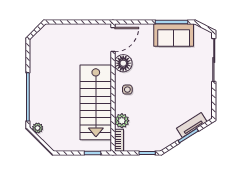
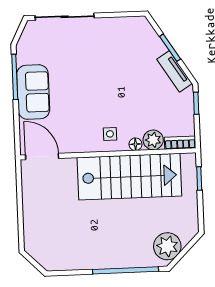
sofa: (174, 35) -> (33, 92), moved
floor lamp: (123, 63) -> (135, 144), moved, width x0.53, depth x0.53
tv unit: (192, 125) -> (174, 71), moved
plant: (38, 128) -> (167, 246), width x1.88, depth x1.88

